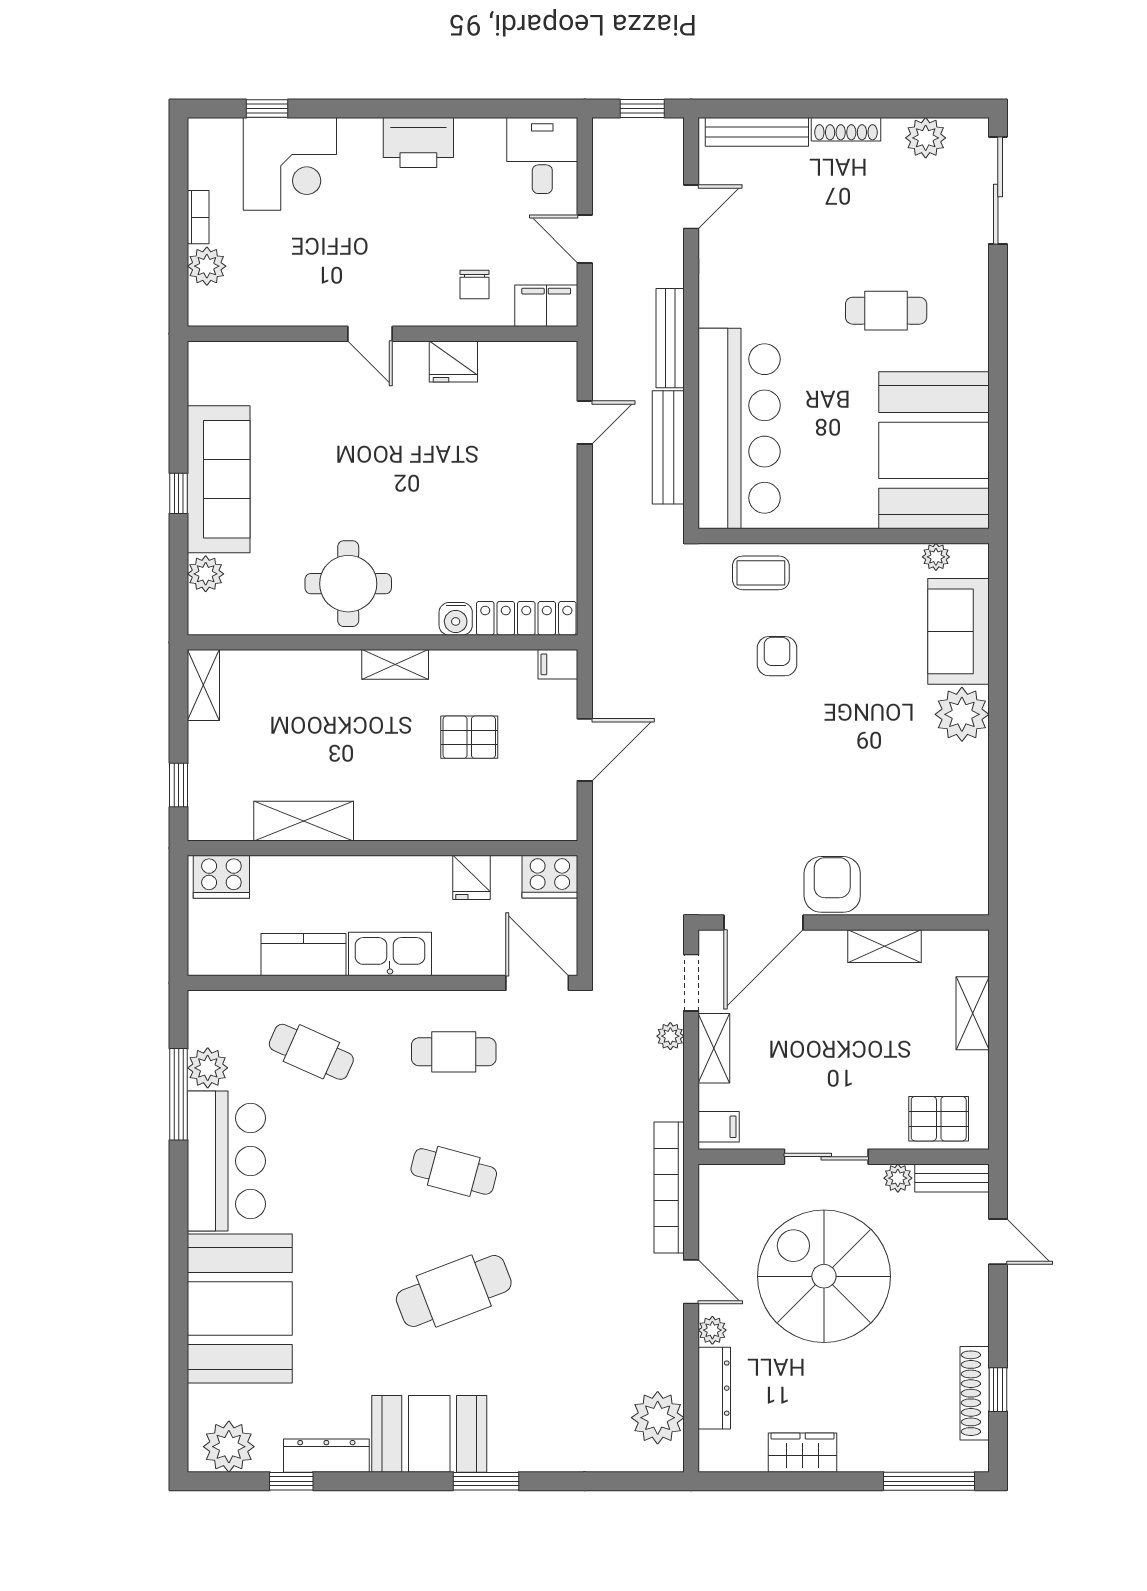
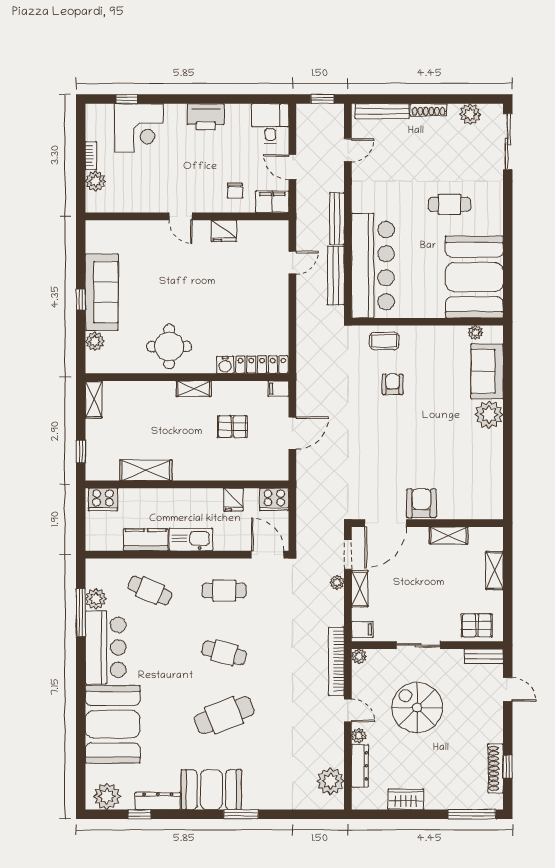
plant: (898, 1178) -> (359, 656), moved
spiral stairs: (824, 1276) -> (417, 707), width x0.73, depth x0.73

